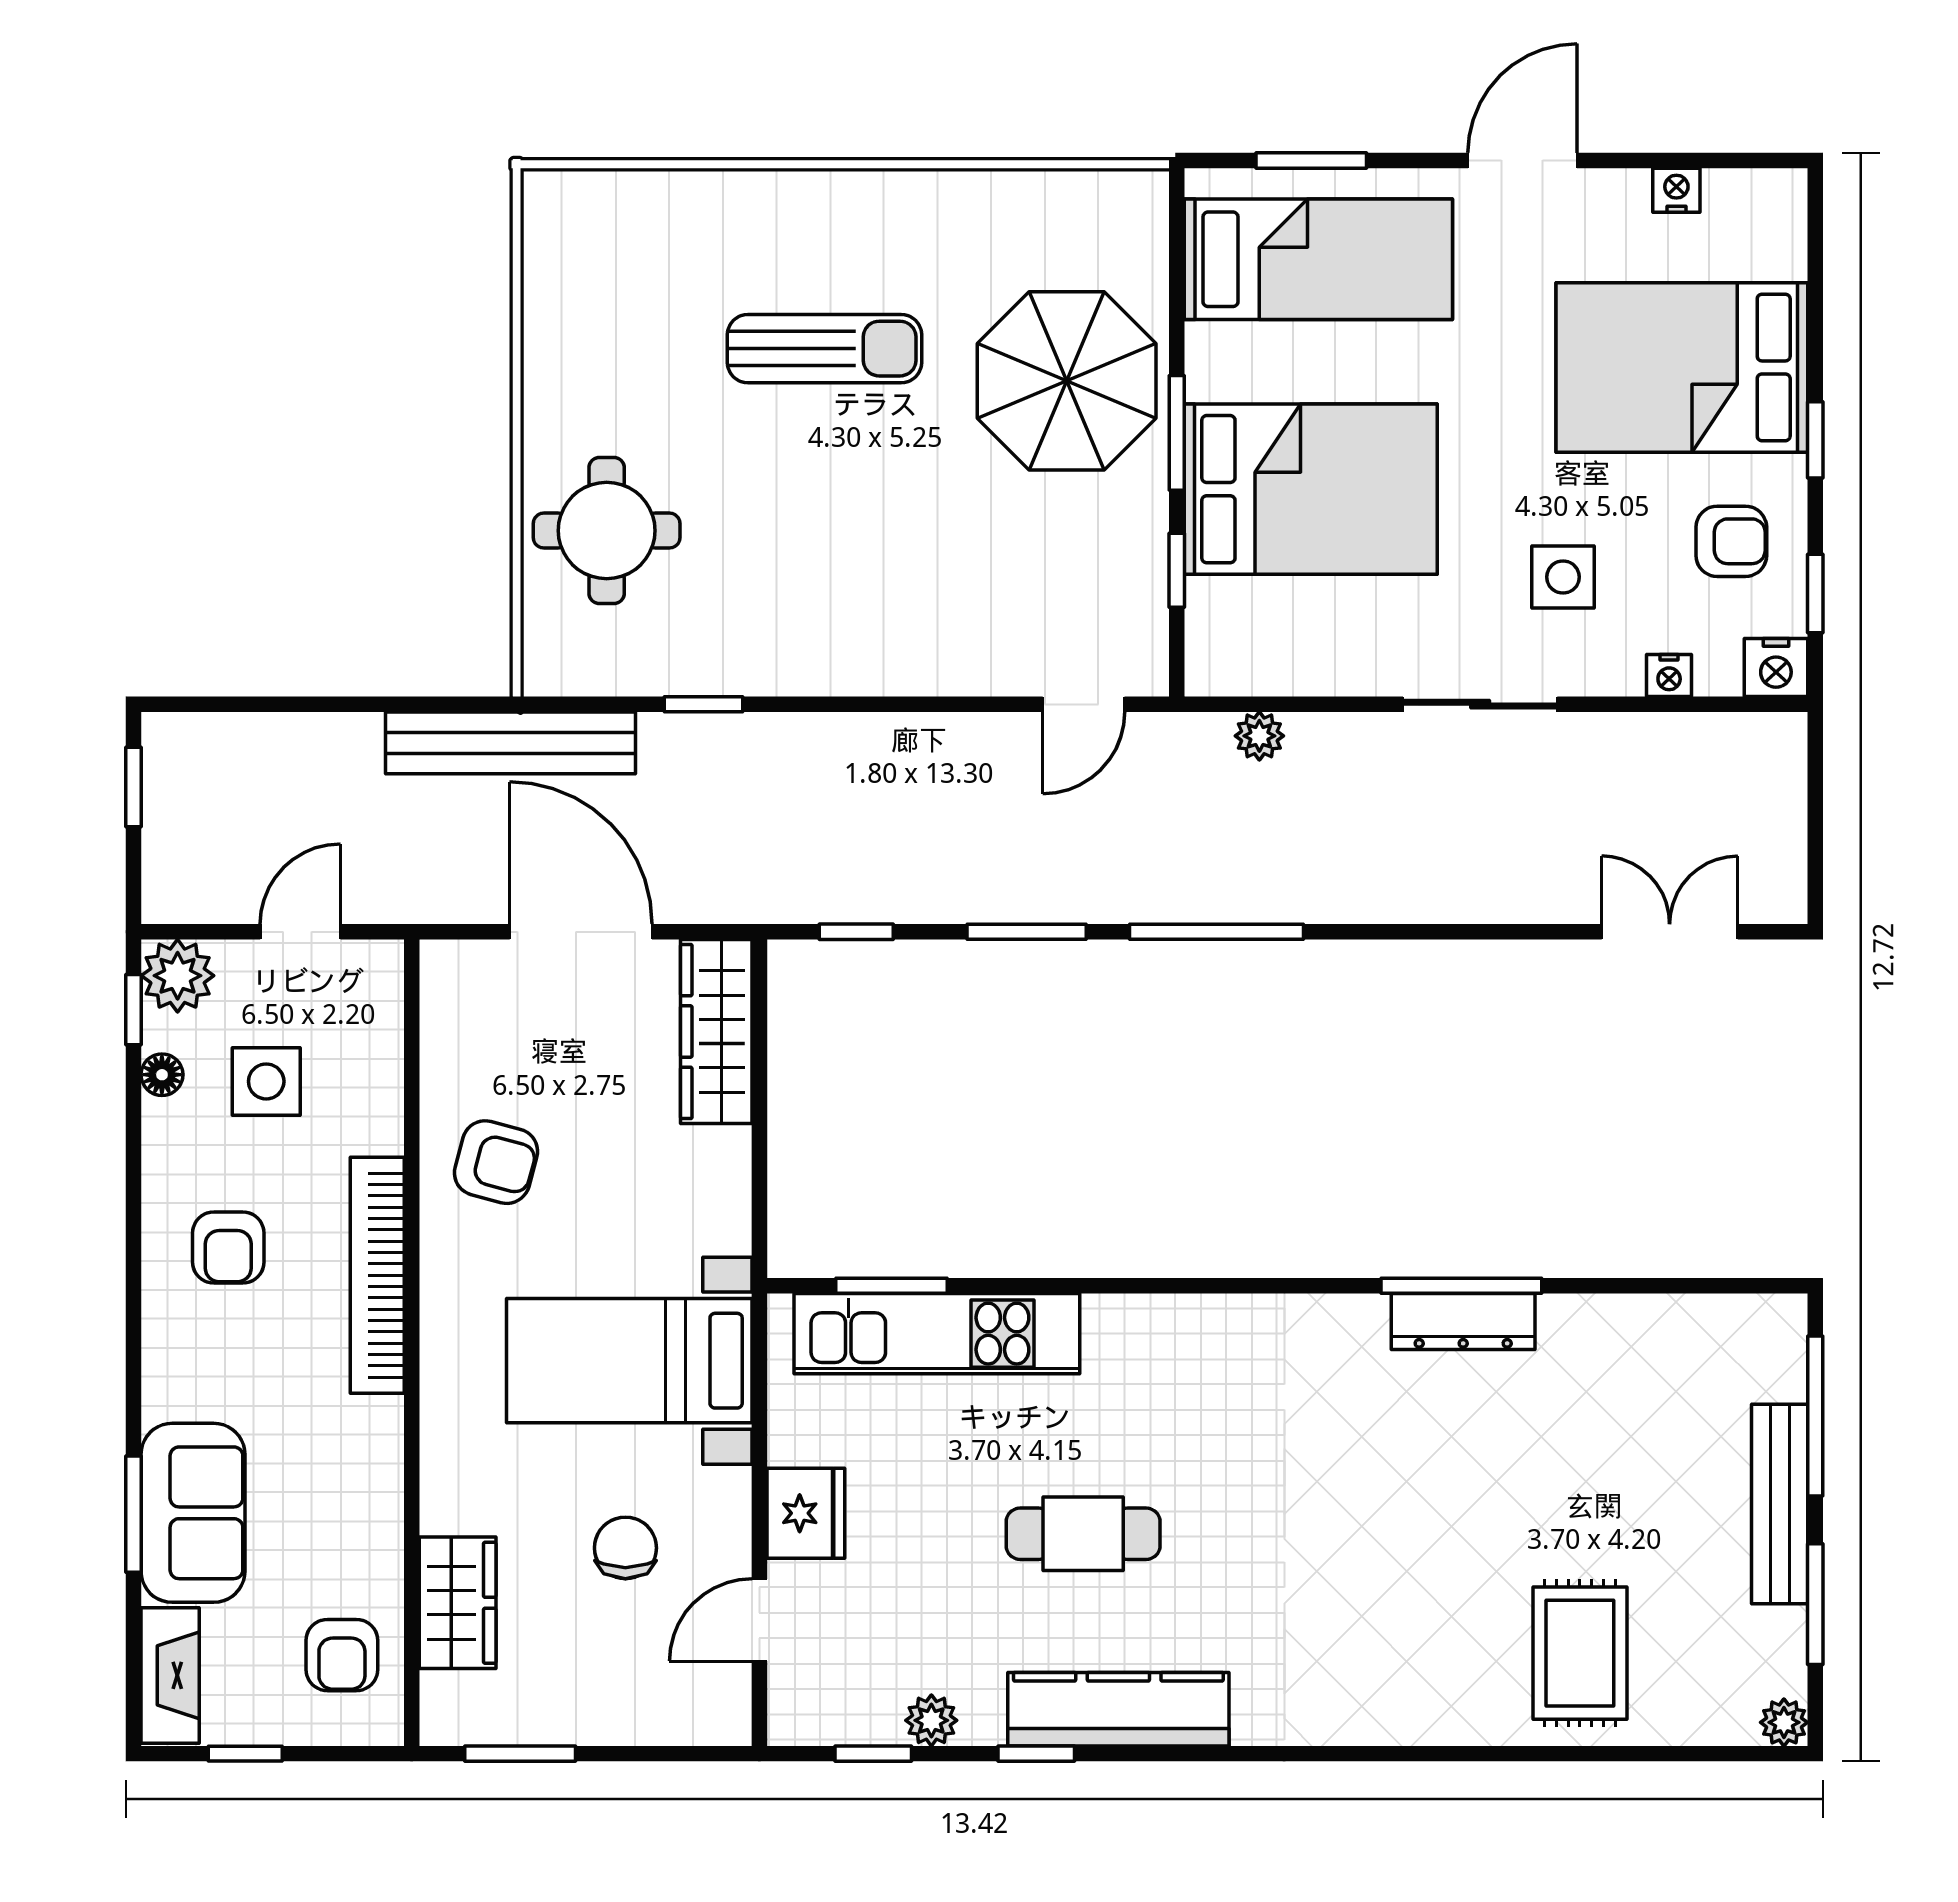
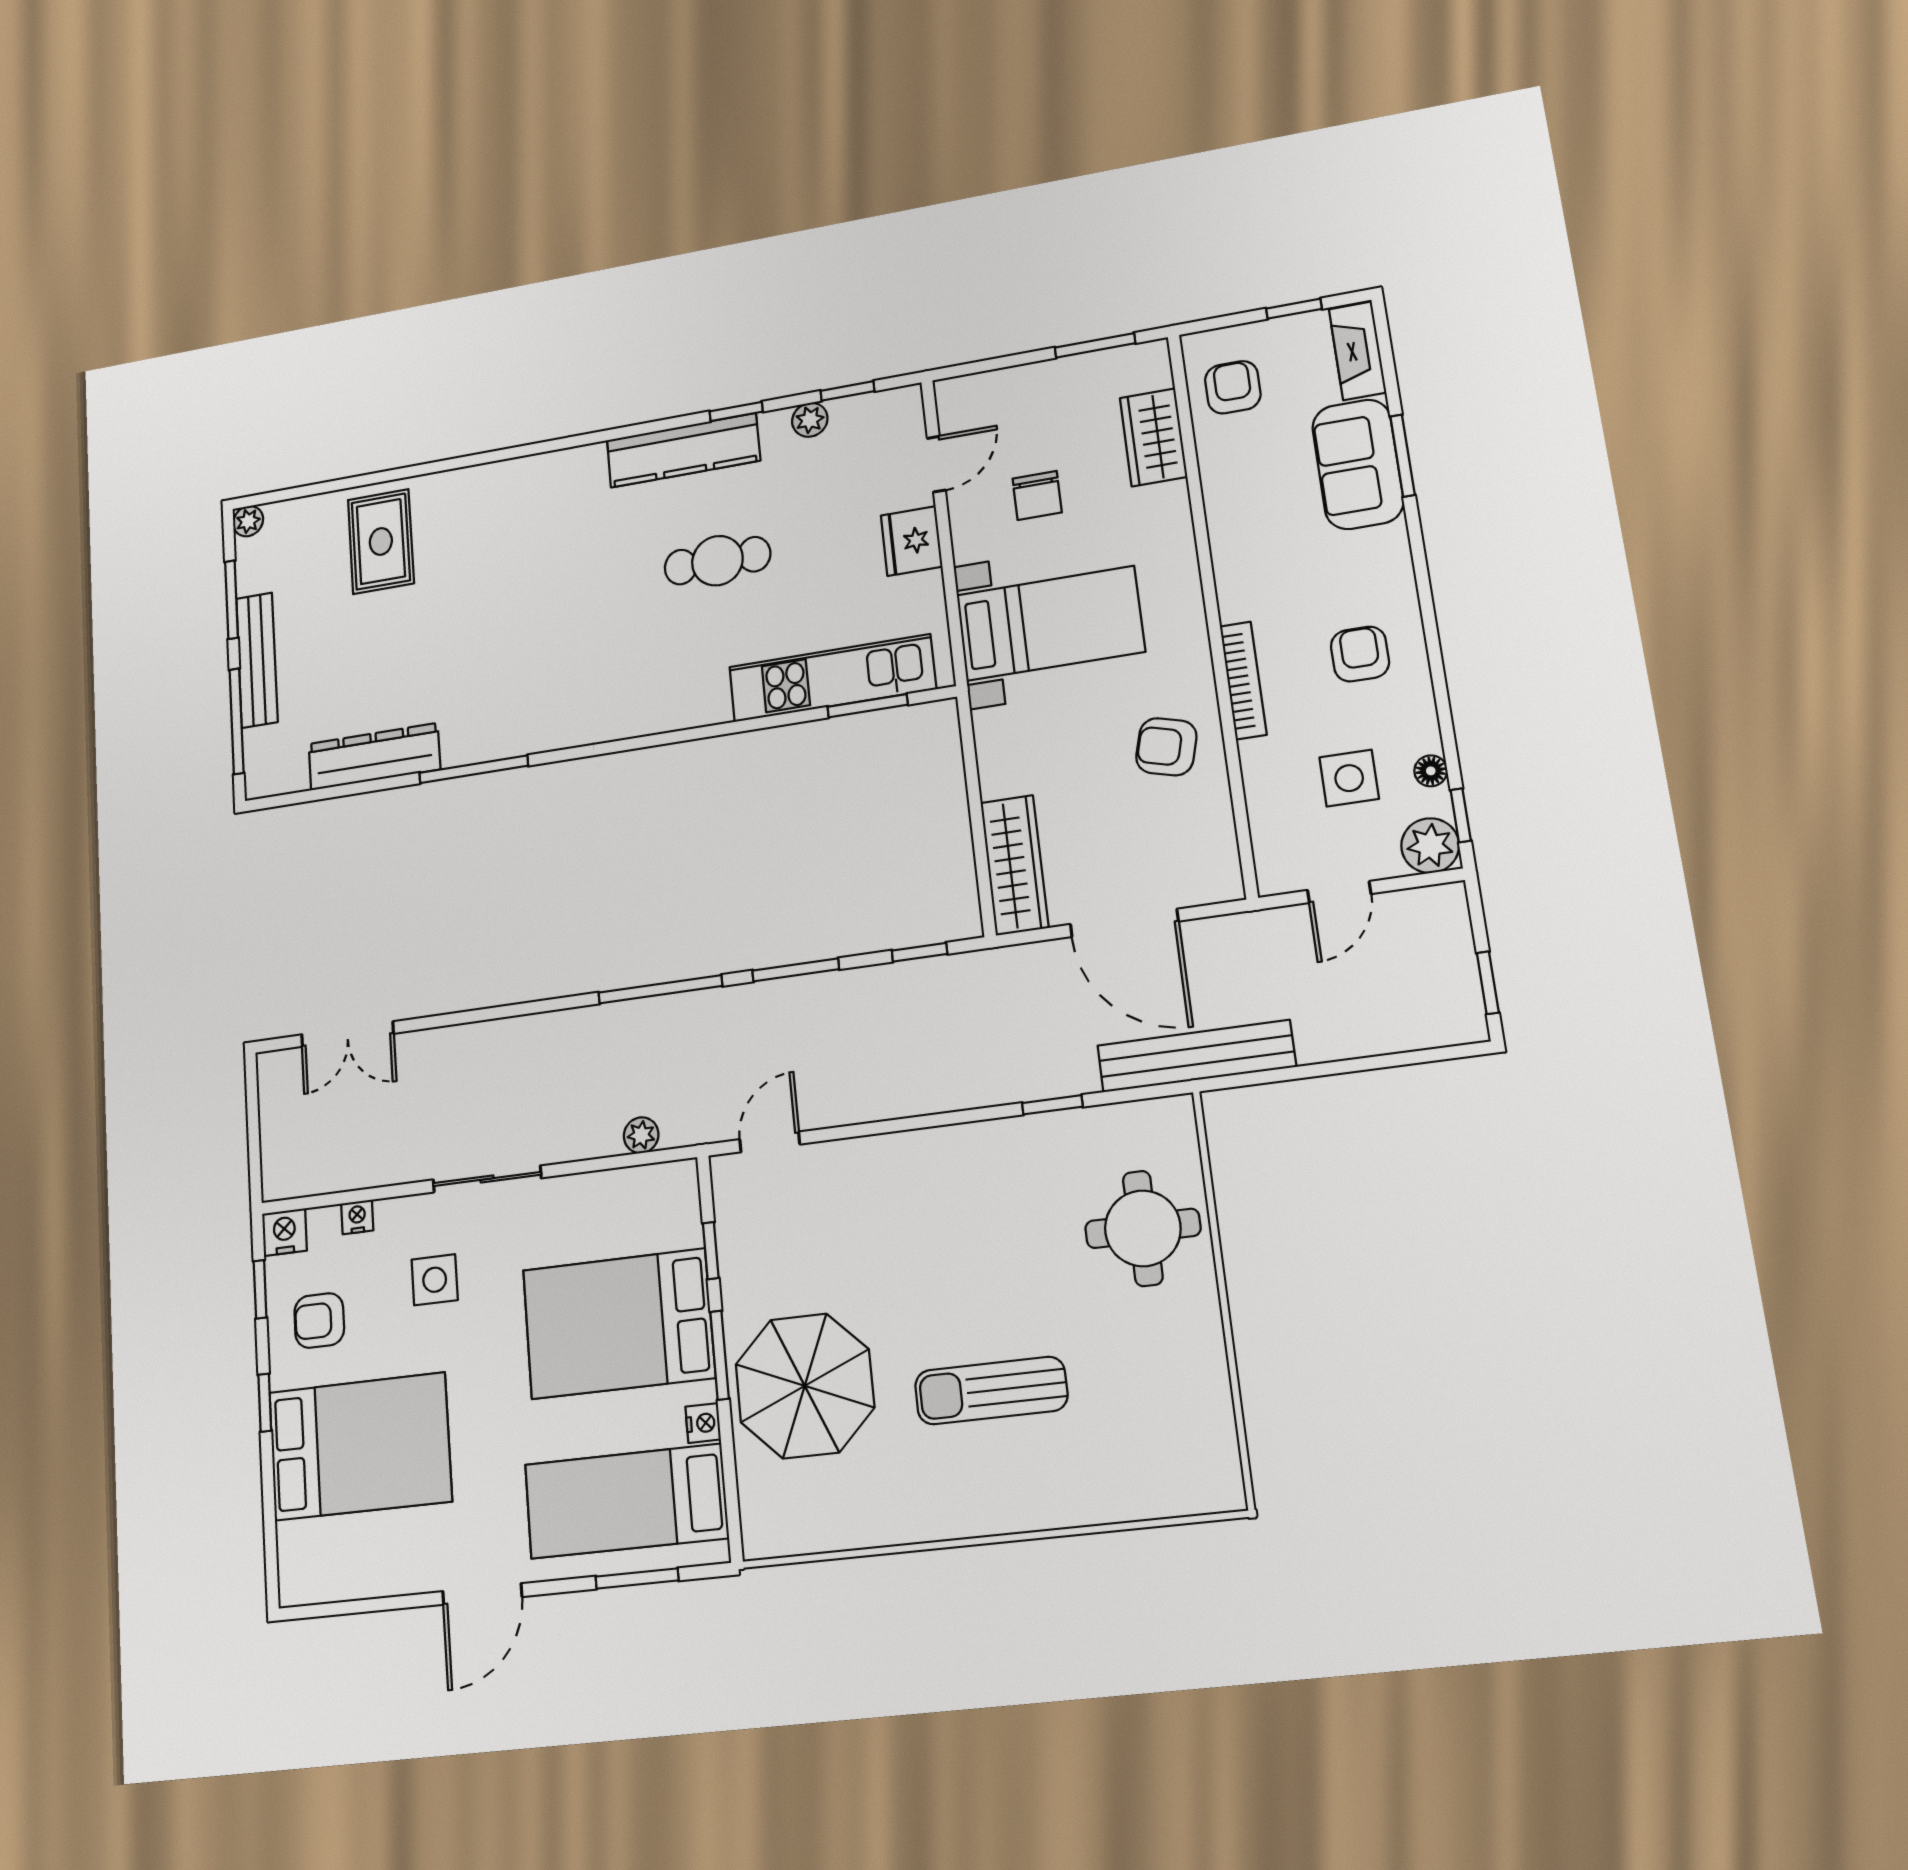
nightstand: (1676, 190) -> (703, 1423), moved, turned -90
bookcase: (377, 1275) -> (1243, 680), width x0.68, depth x0.76
dresser: (1463, 1321) -> (374, 757), moved, width x1.37, depth x1.24

